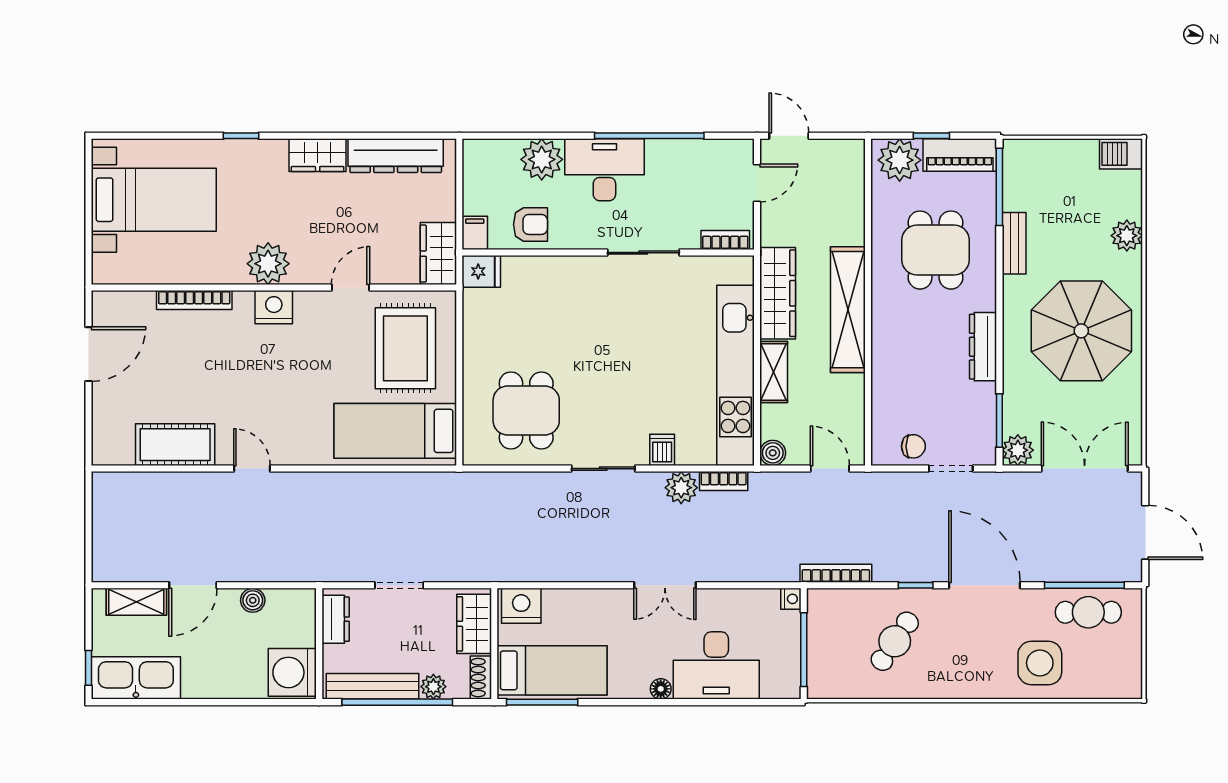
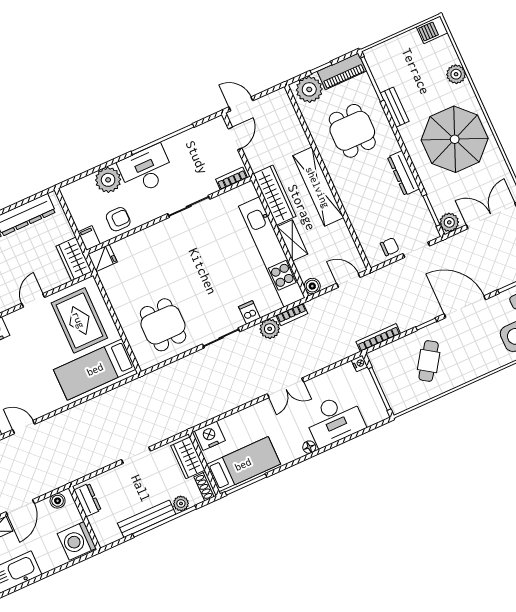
dresser: (336, 619) -> (88, 500), moved
wall: (319, 644) -> (85, 518), moved
washing machine: (292, 672) -> (77, 541), moved

